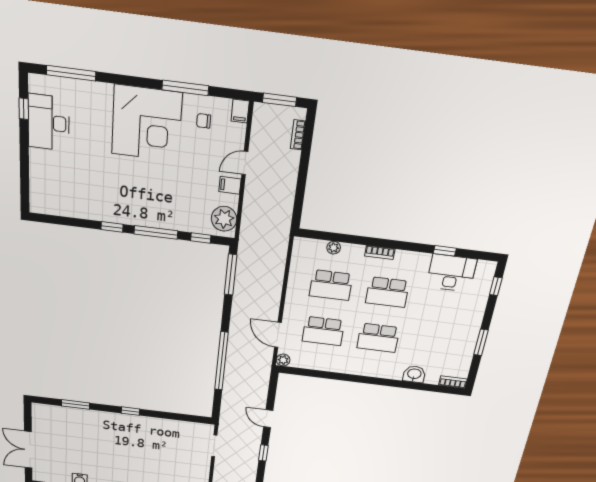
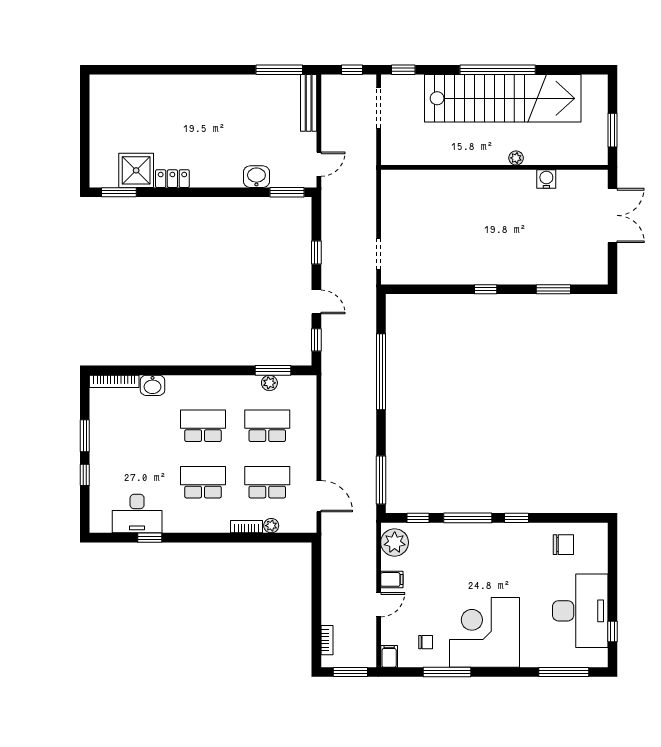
desk: (49, 123) -> (580, 611), width x1.36, depth x1.30
chair: (70, 198) -> (563, 545), added
bookcase: (380, 252) -> (247, 527), moved
window: (496, 286) -> (85, 475), moved
door: (278, 335) -> (319, 496), moved
plant: (283, 360) -> (269, 383), moved
window: (311, 373) -> (273, 370), added
bookcase: (453, 382) -> (114, 381), width x1.56
window: (272, 391) -> (316, 340), added

